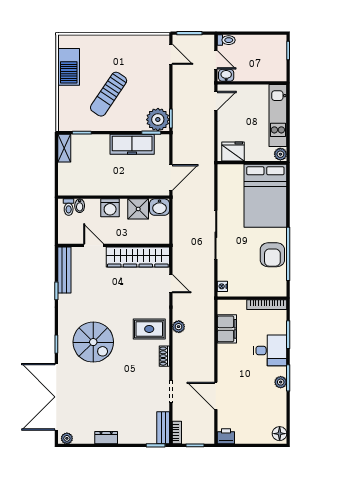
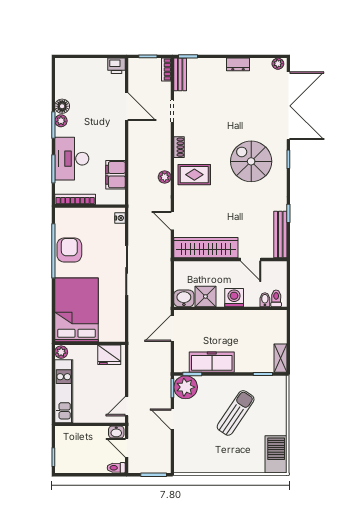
door: (171, 54) -> (172, 419), moved
barbecue: (69, 67) -> (276, 454), moved
desk: (270, 350) -> (72, 159), width x1.37
floor lamp: (280, 434) -> (62, 106), moved

